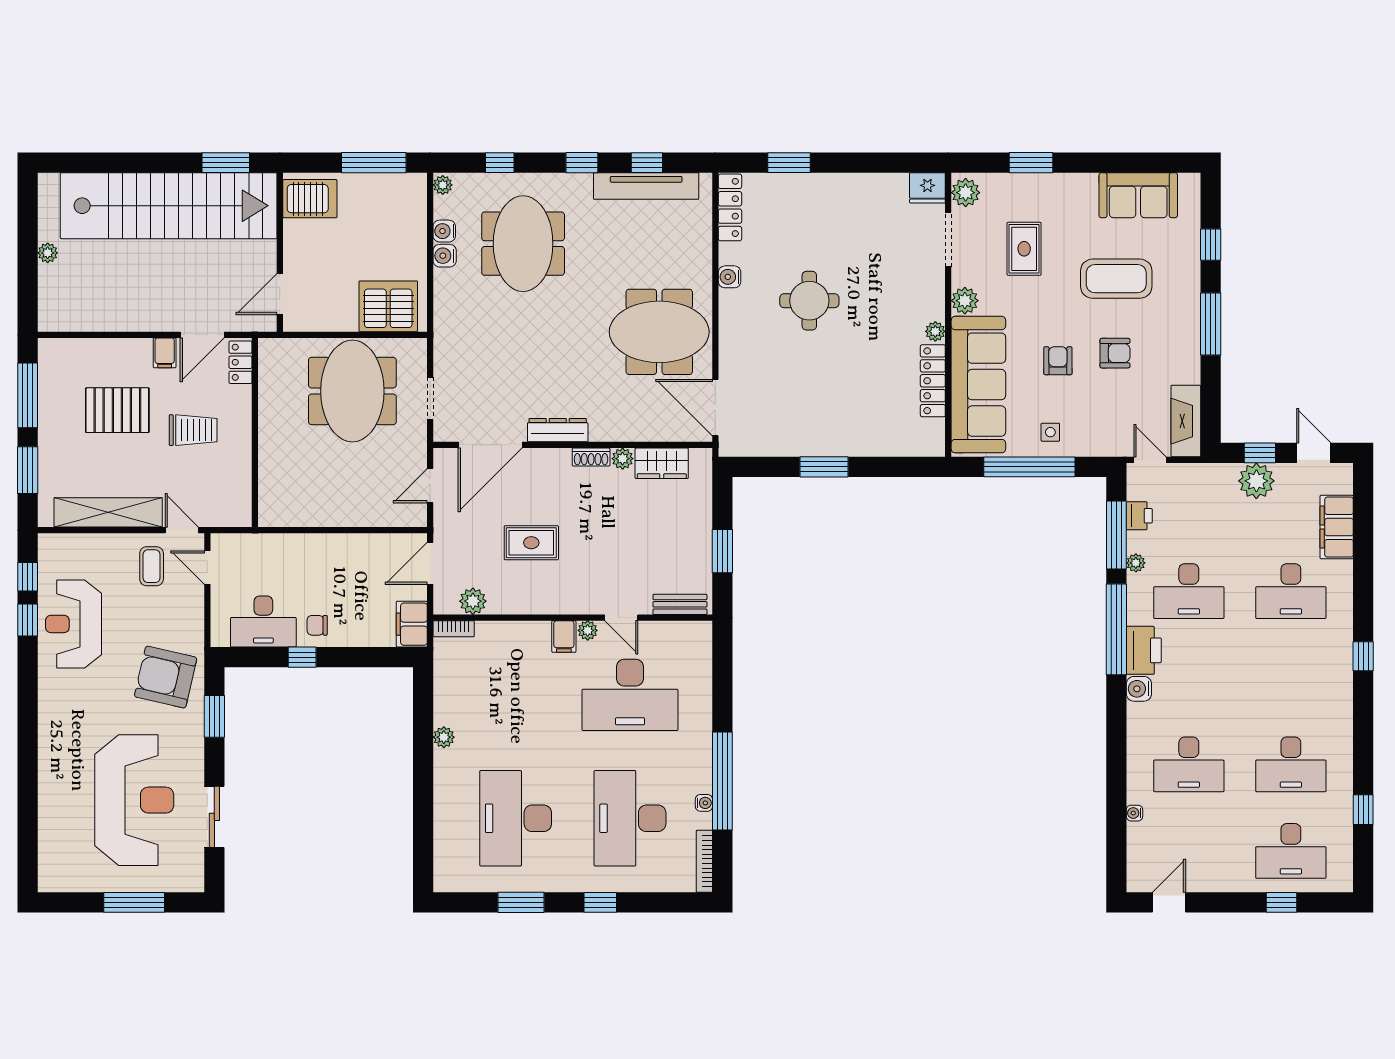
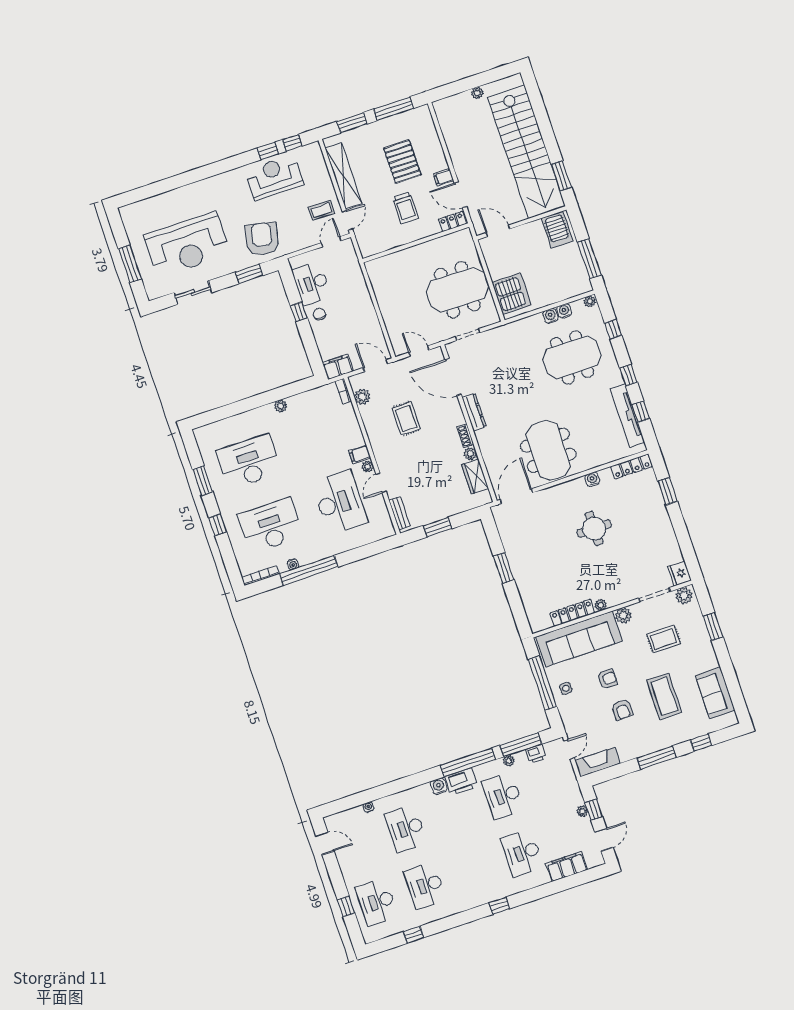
plant: (1256, 481) -> (582, 811), width x0.53, depth x0.53
desk: (630, 695) -> (340, 502), turned 180

